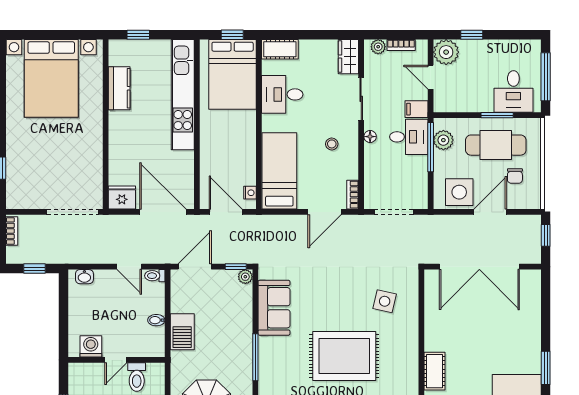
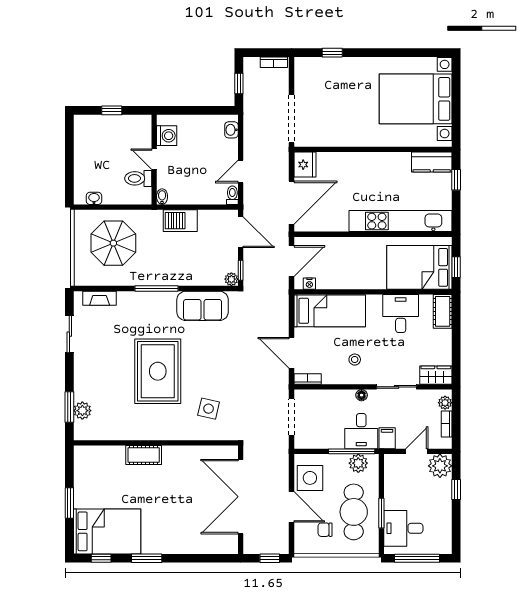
kitchen counter: (119, 88) -> (432, 162), moved
bidet: (156, 320) -> (162, 197), moved

